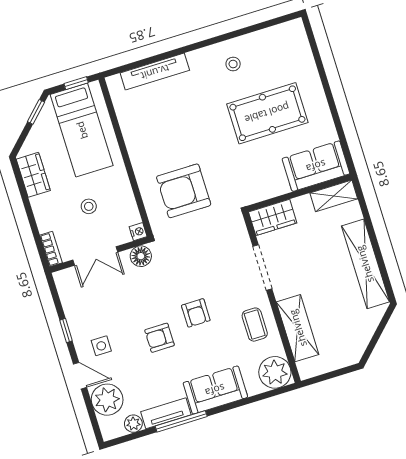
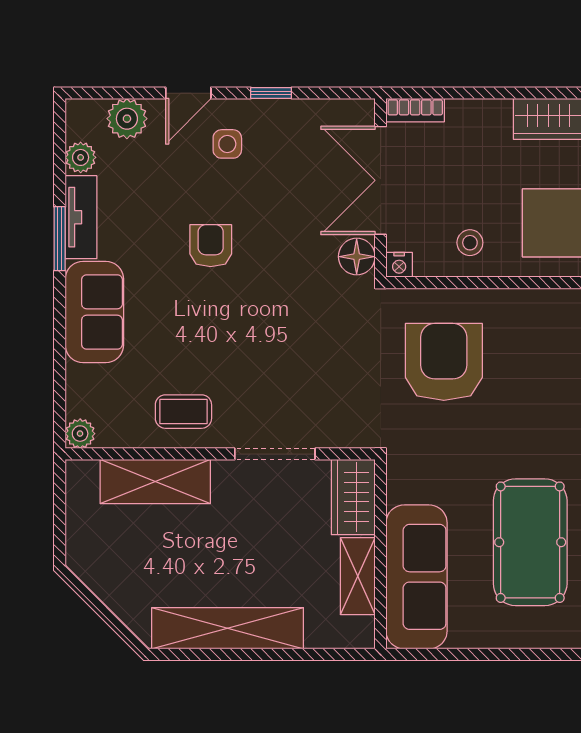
sofa: (316, 166) -> (417, 577), width x1.36
shelving: (334, 196) -> (358, 576), moved
stool: (89, 206) -> (470, 243), moved
double door: (95, 256) -> (381, 180), width x1.37
armchair: (196, 313) -> (233, 319), removed
plant: (275, 372) -> (80, 434), width x0.53, depth x0.53
plant: (107, 400) -> (127, 119), width x0.73, depth x0.73
window: (181, 421) -> (60, 239), width x0.69

